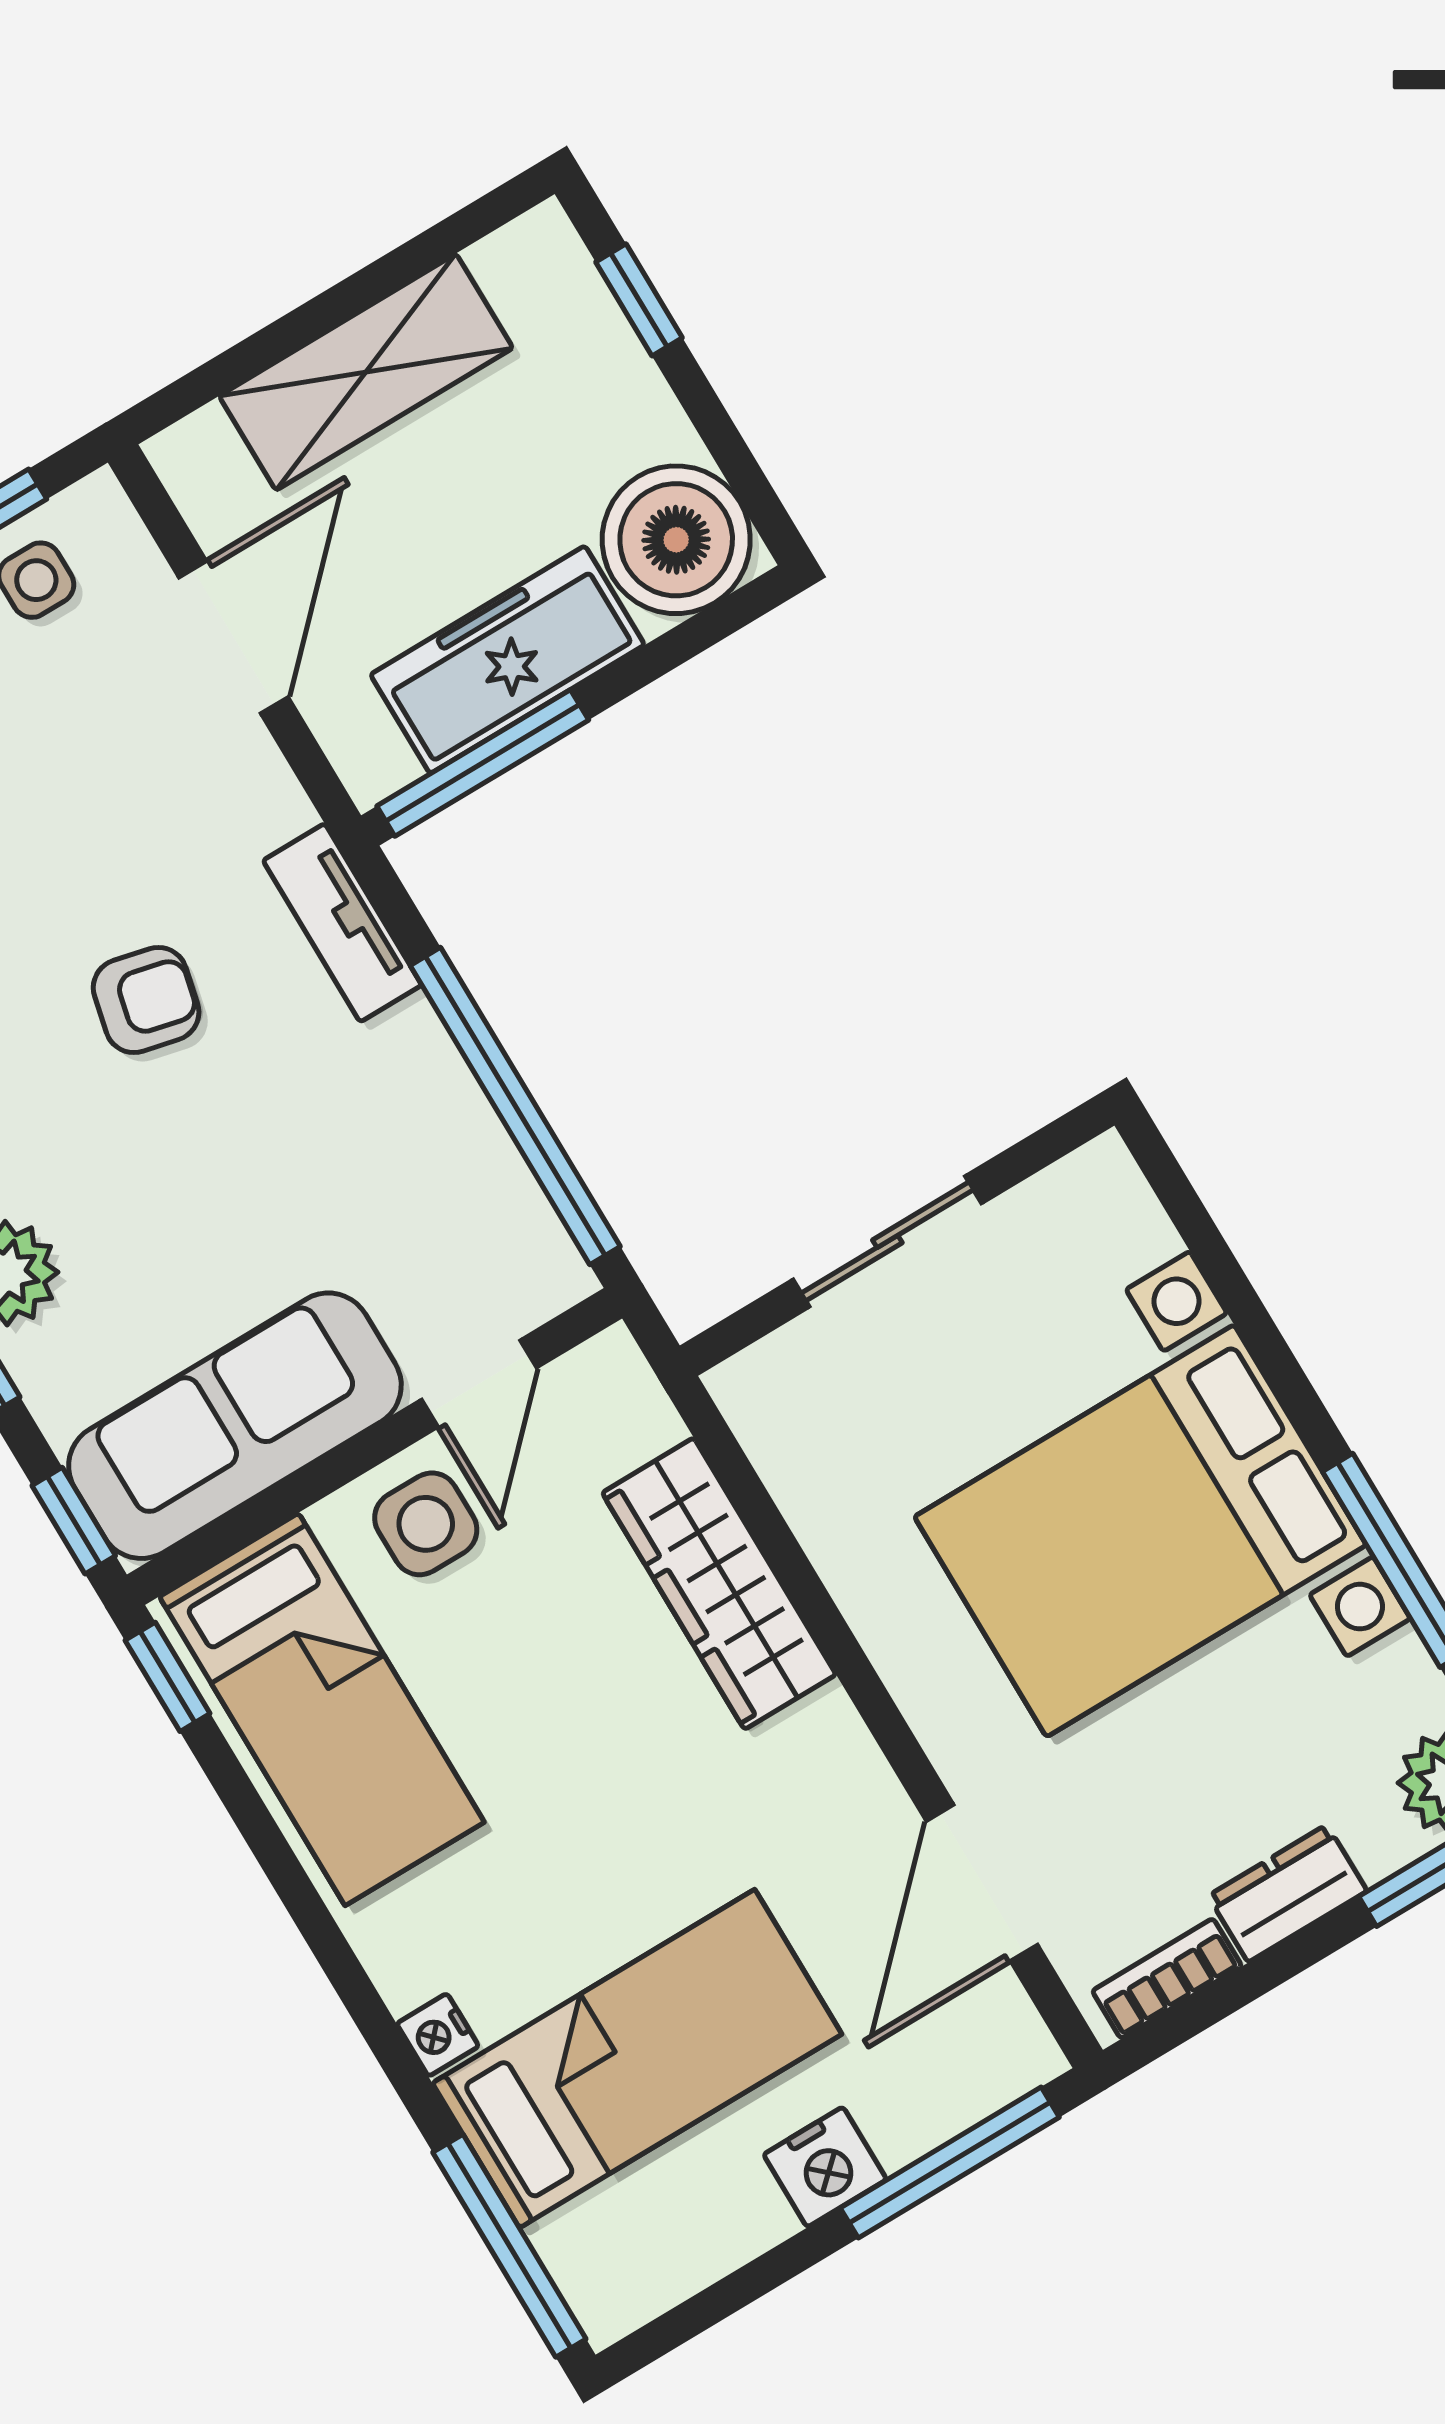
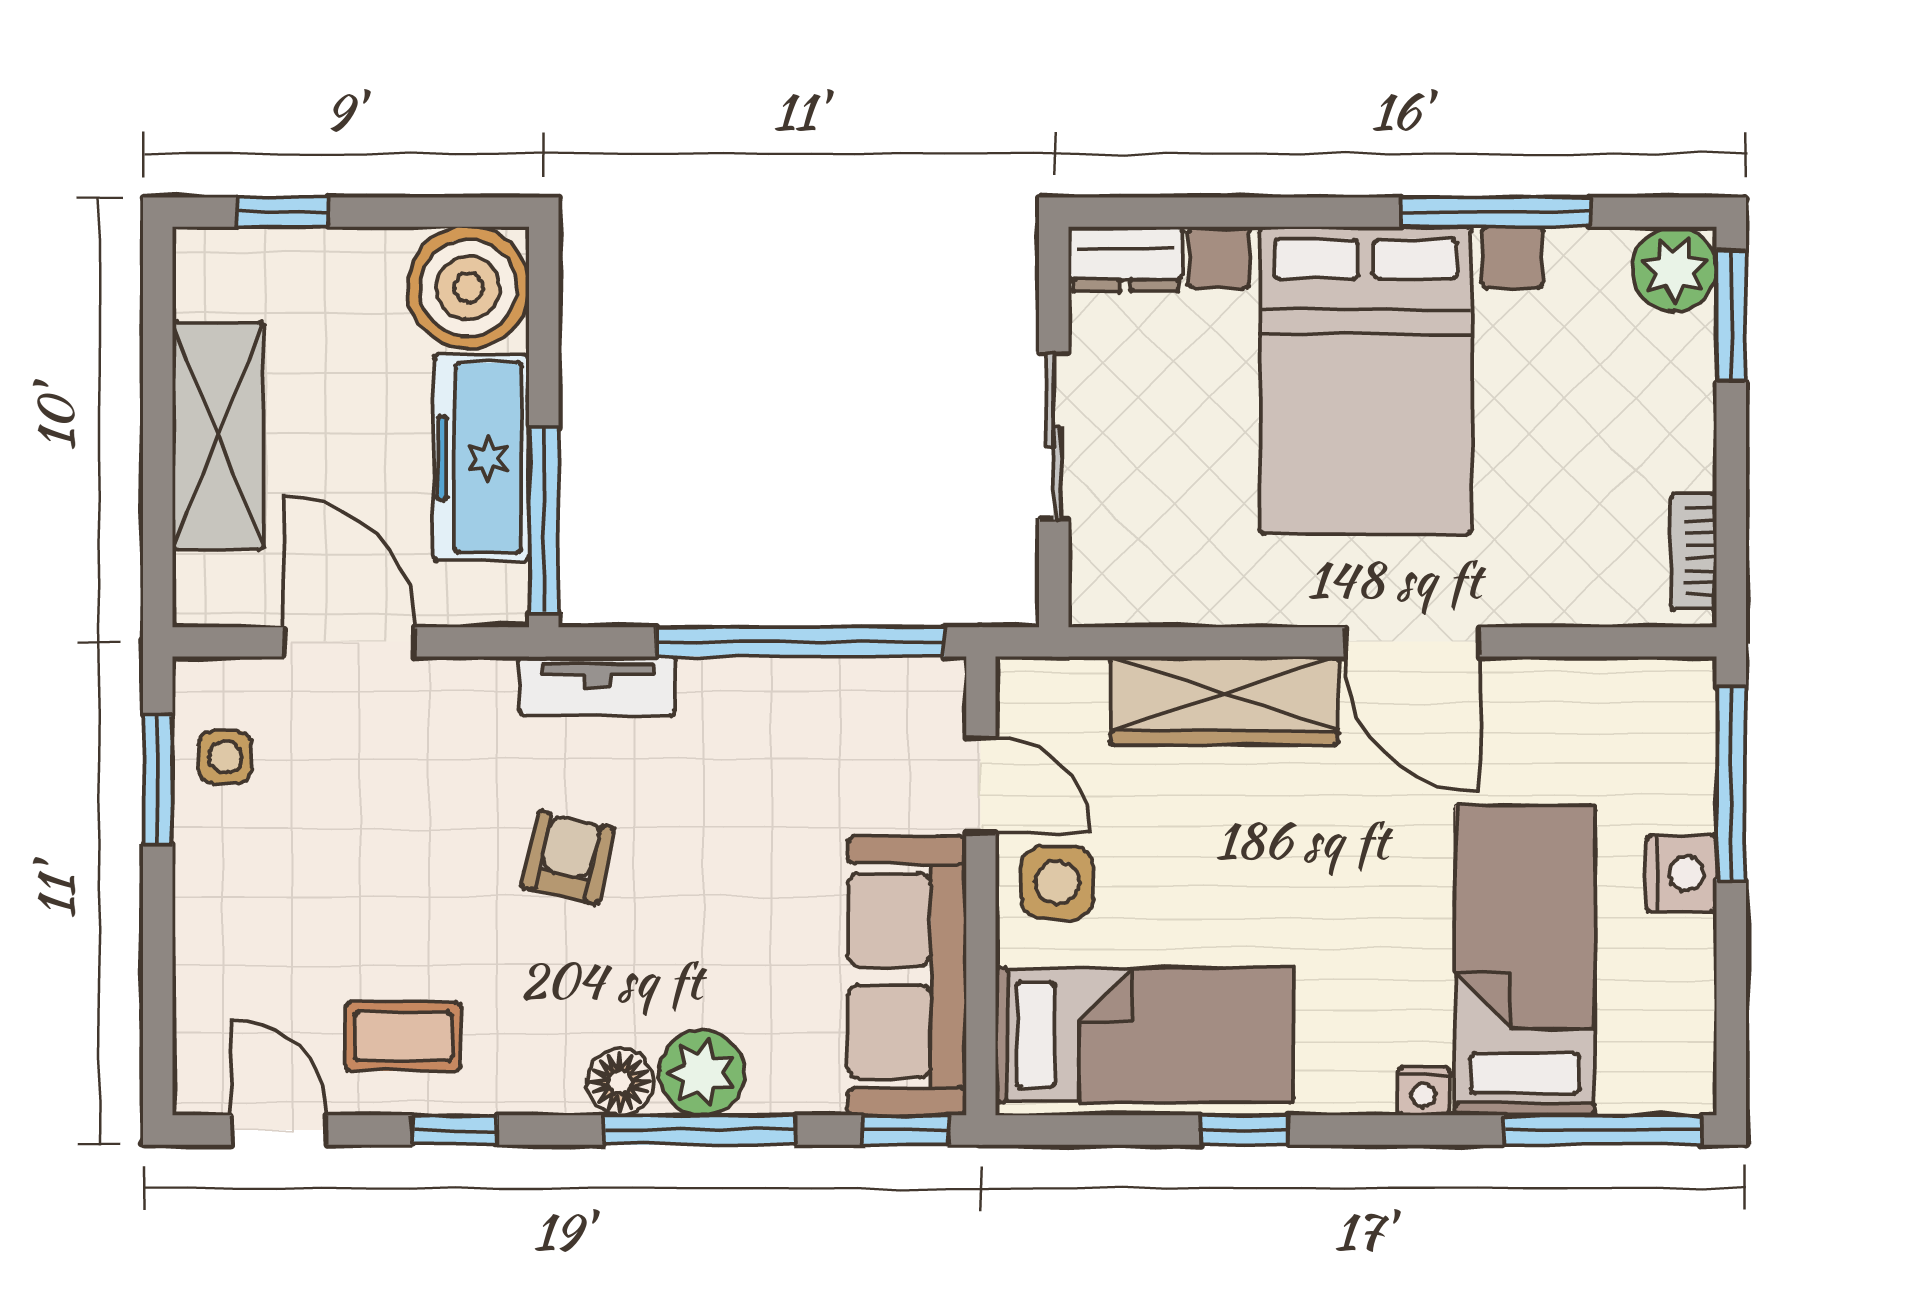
window: (168, 1677) -> (1244, 1130), moved
door: (982, 1883) -> (1412, 642), moved
dresser: (1288, 1893) -> (1126, 259), moved, turned -90

